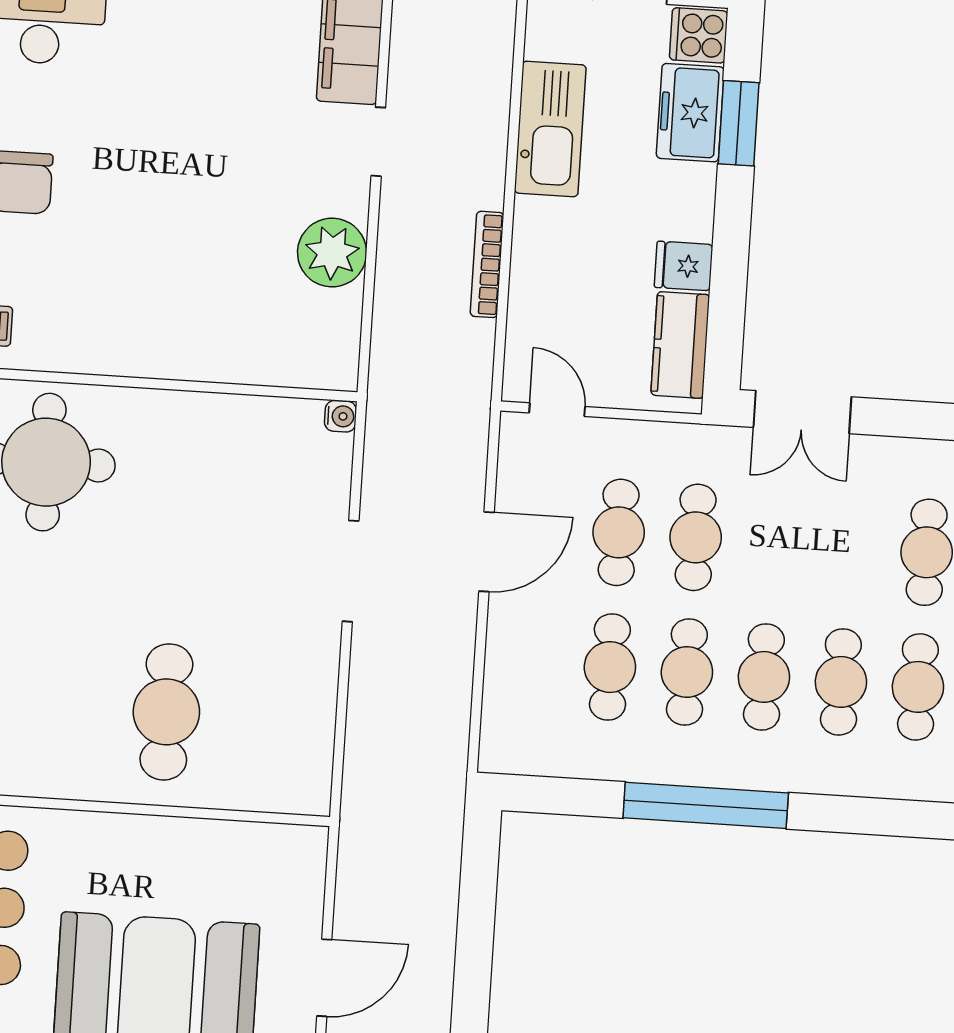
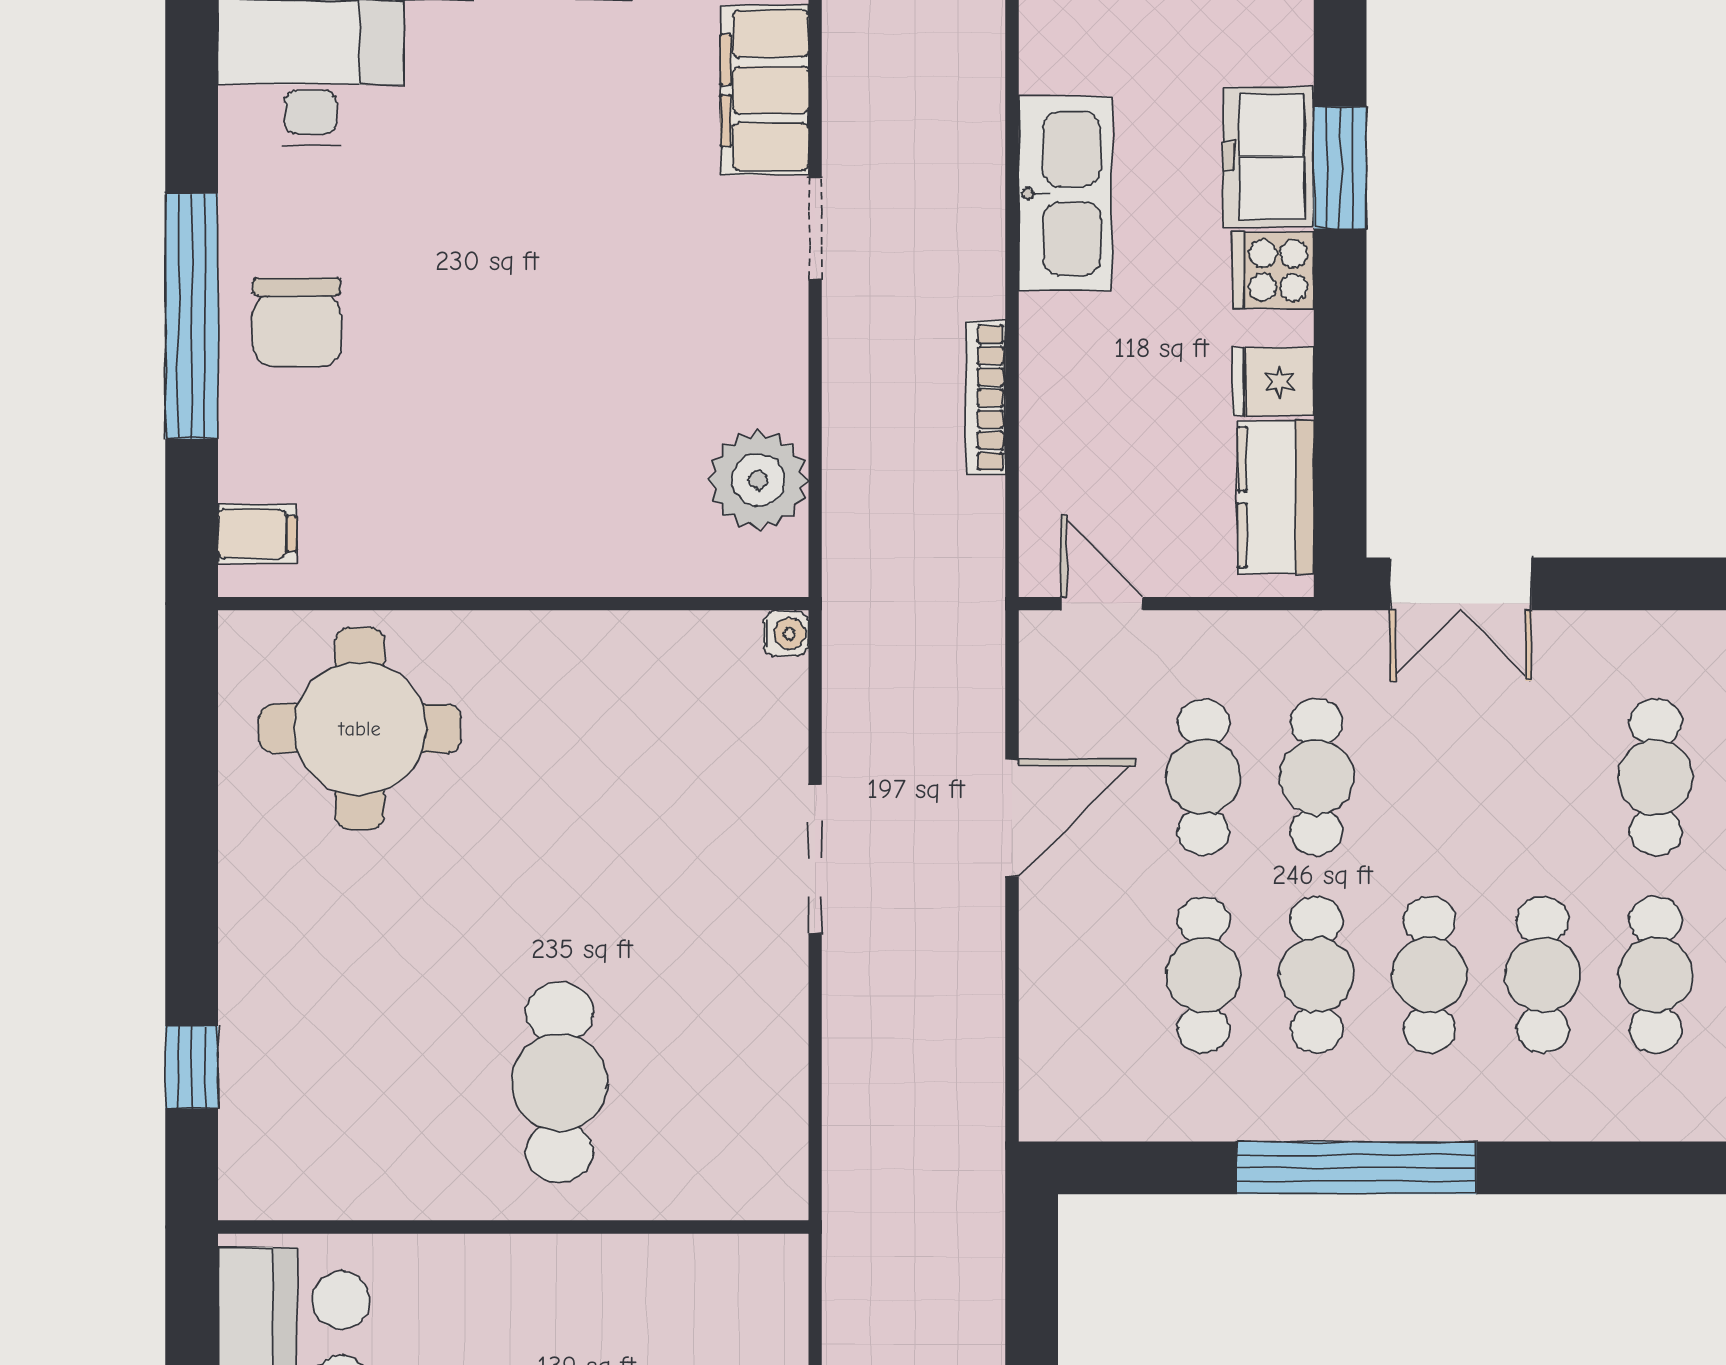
cooker: (699, 35) -> (1273, 270), moved
plant: (332, 253) -> (758, 480), moved

